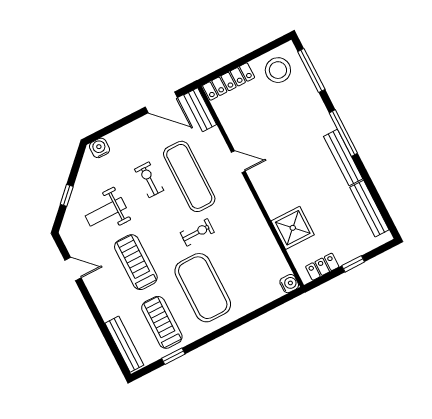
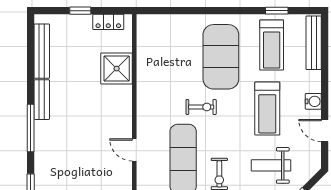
bench: (343, 158) -> (42, 100), width x0.73
weight bench: (106, 212) -> (271, 165), turned 180
exercise bike: (197, 232) -> (201, 107), turned 180
water cooler: (289, 284) -> (313, 101), moved, turned 180

